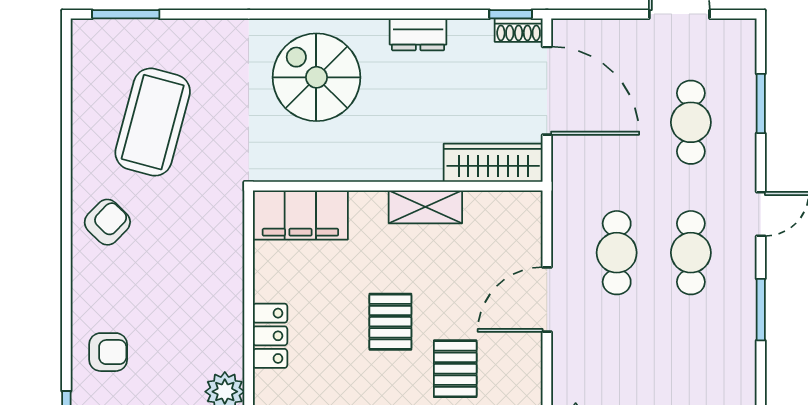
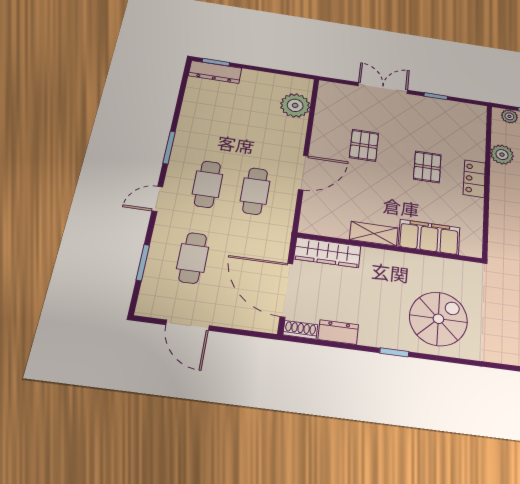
window: (511, 14) -> (394, 352), moved
dresser: (418, 34) -> (338, 332), moved
spiral stairs: (316, 77) -> (438, 319), turned -90
filing cabinet: (300, 215) -> (429, 237), moved
pallet: (390, 322) -> (427, 167), moved

